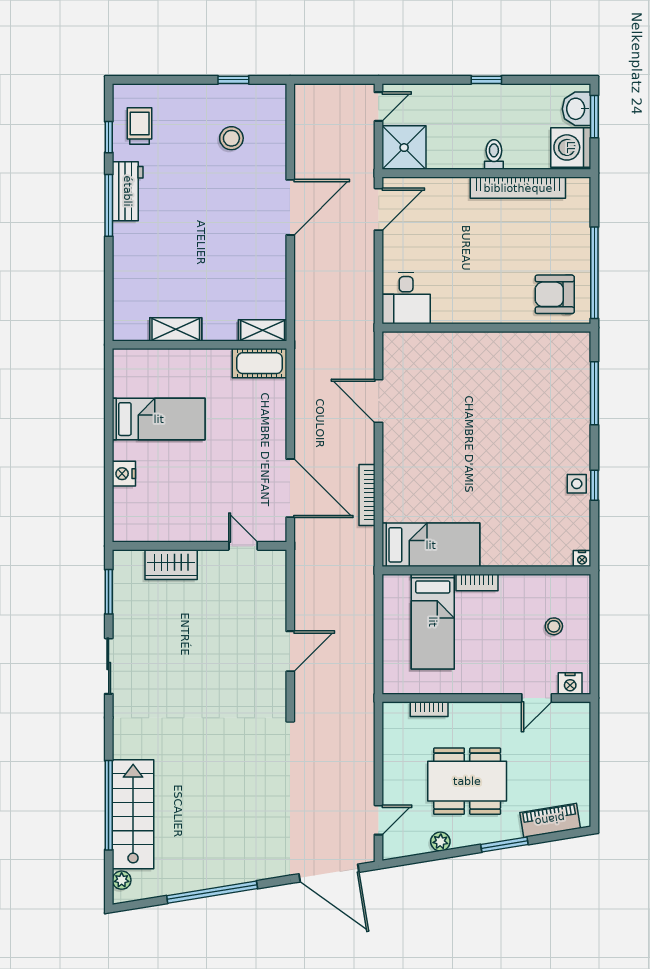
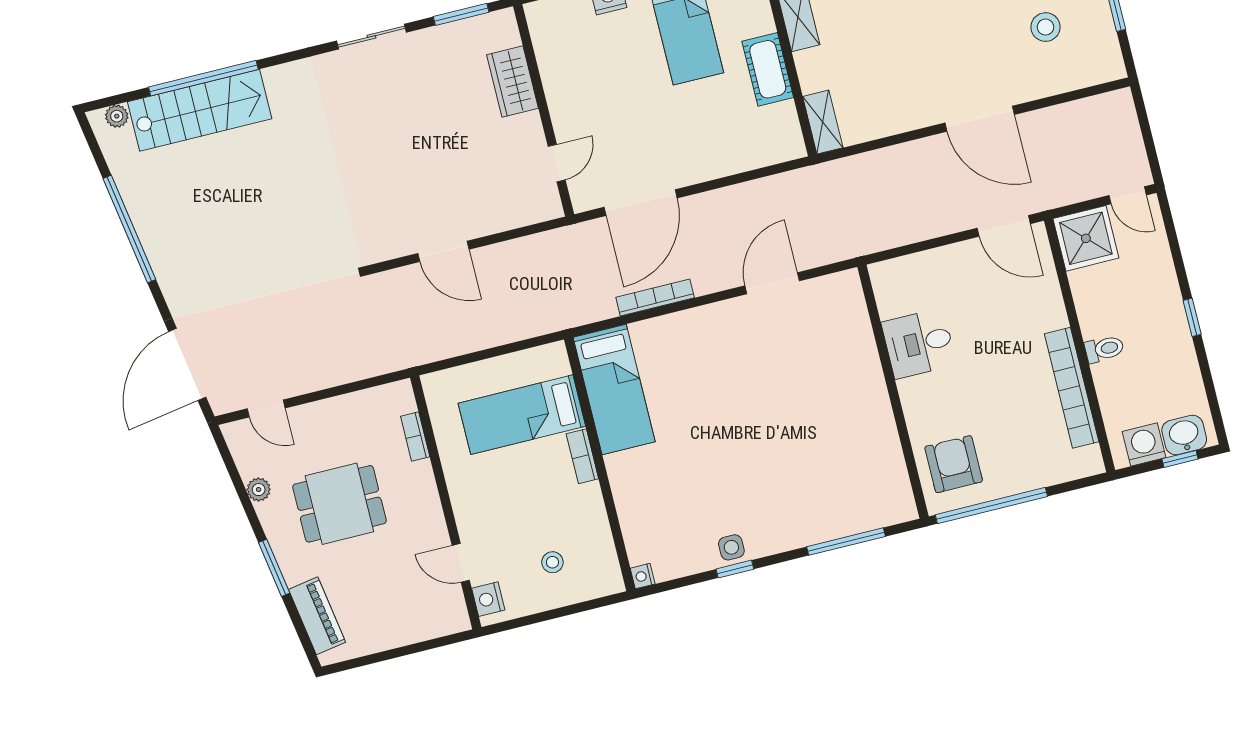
window: (594, 117) -> (1180, 459), width x0.67
washing machine: (571, 147) -> (1144, 445), width x0.73, depth x0.73
desk: (406, 298) -> (919, 343), moved
cot: (260, 363) -> (768, 69), moved
dining table: (467, 781) -> (339, 504), width x0.73

